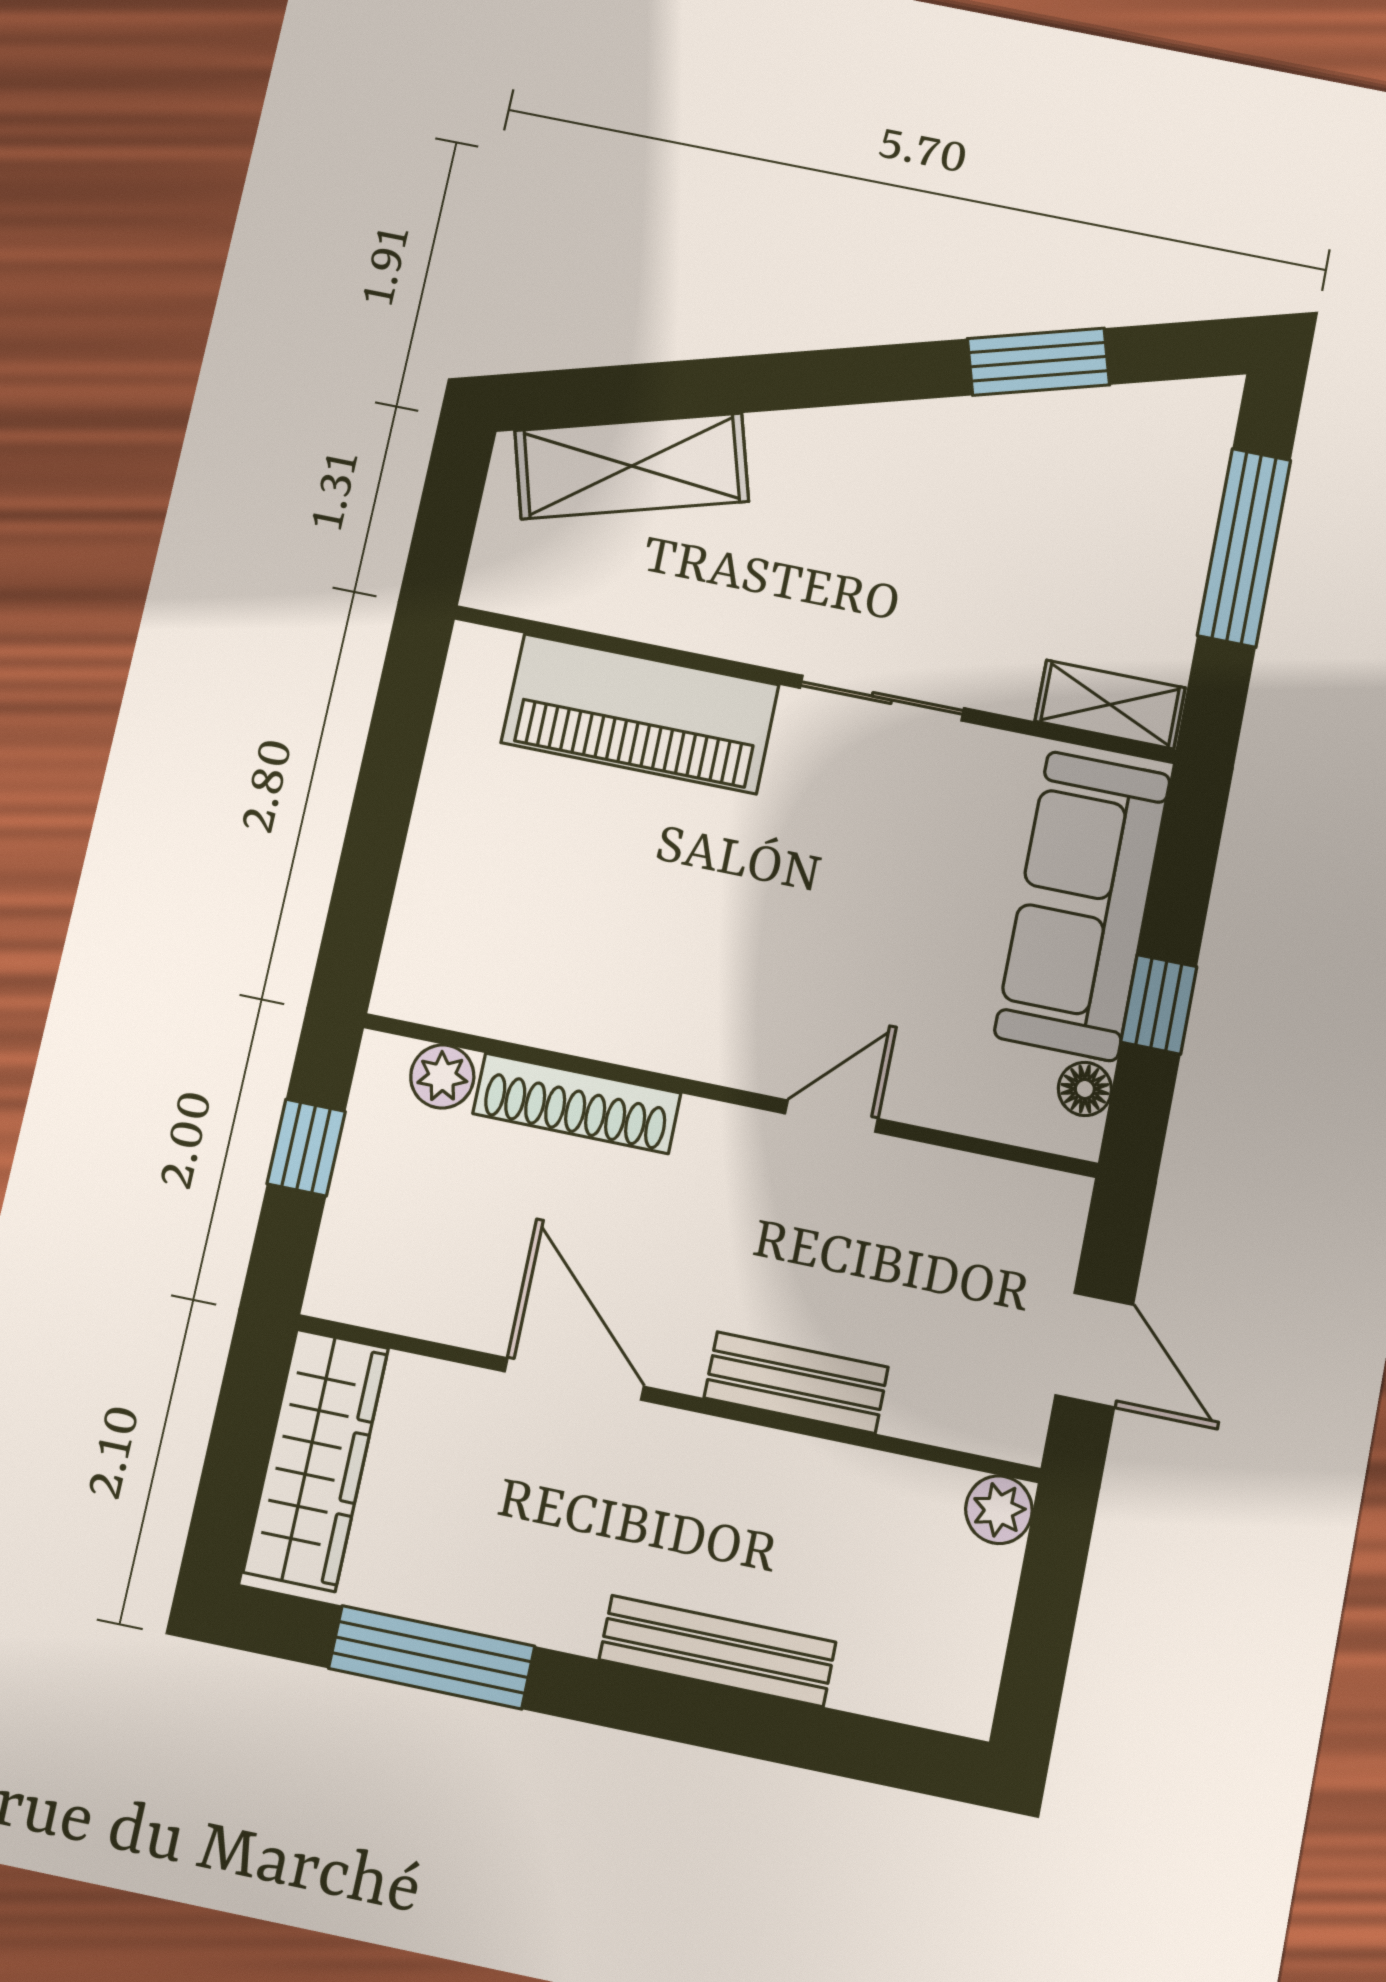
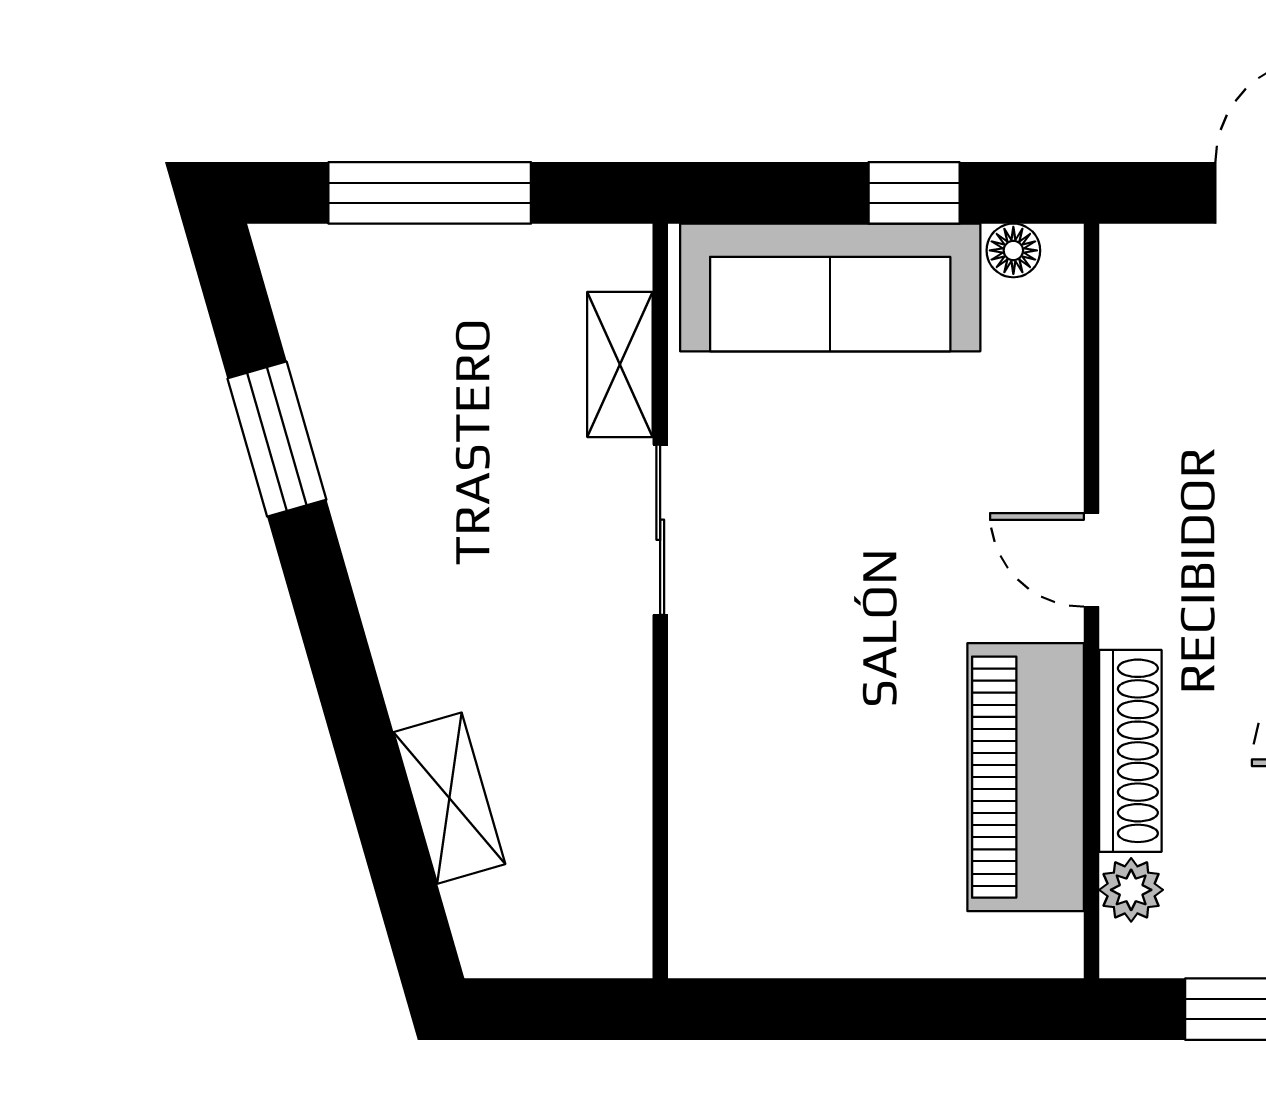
shelving: (632, 466) -> (449, 798), width x0.67, depth x0.75
shelving: (1110, 704) -> (620, 364), moved
piano: (640, 714) -> (1026, 777), moved, turned 180
door: (831, 1116) -> (1091, 560), moved

